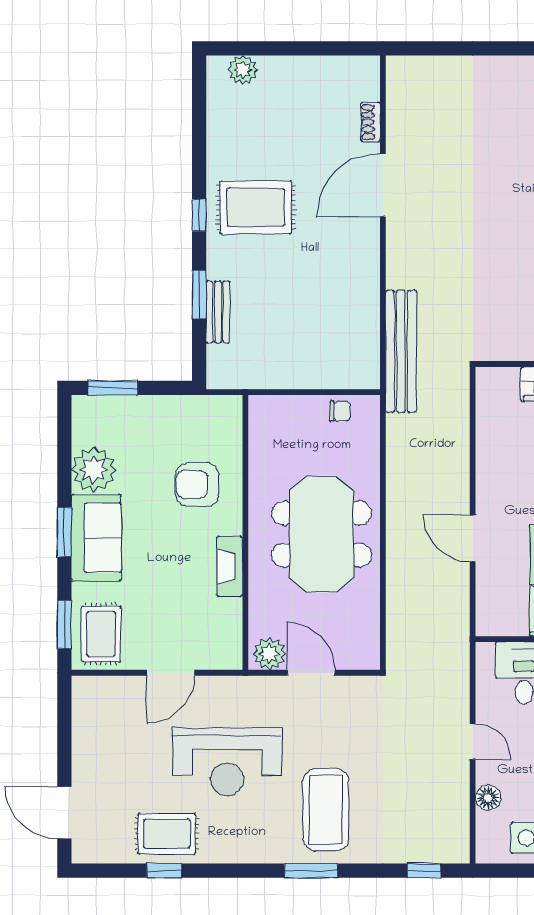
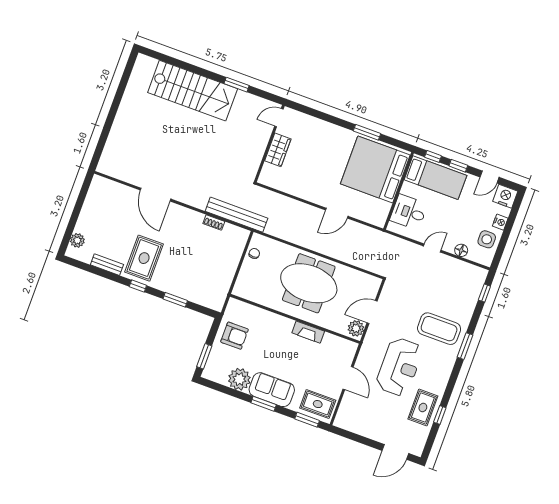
shoe rack: (370, 122) -> (214, 223), moved
bench: (218, 312) -> (107, 265), moved
armchair: (197, 484) -> (234, 336), moved, turned -90

